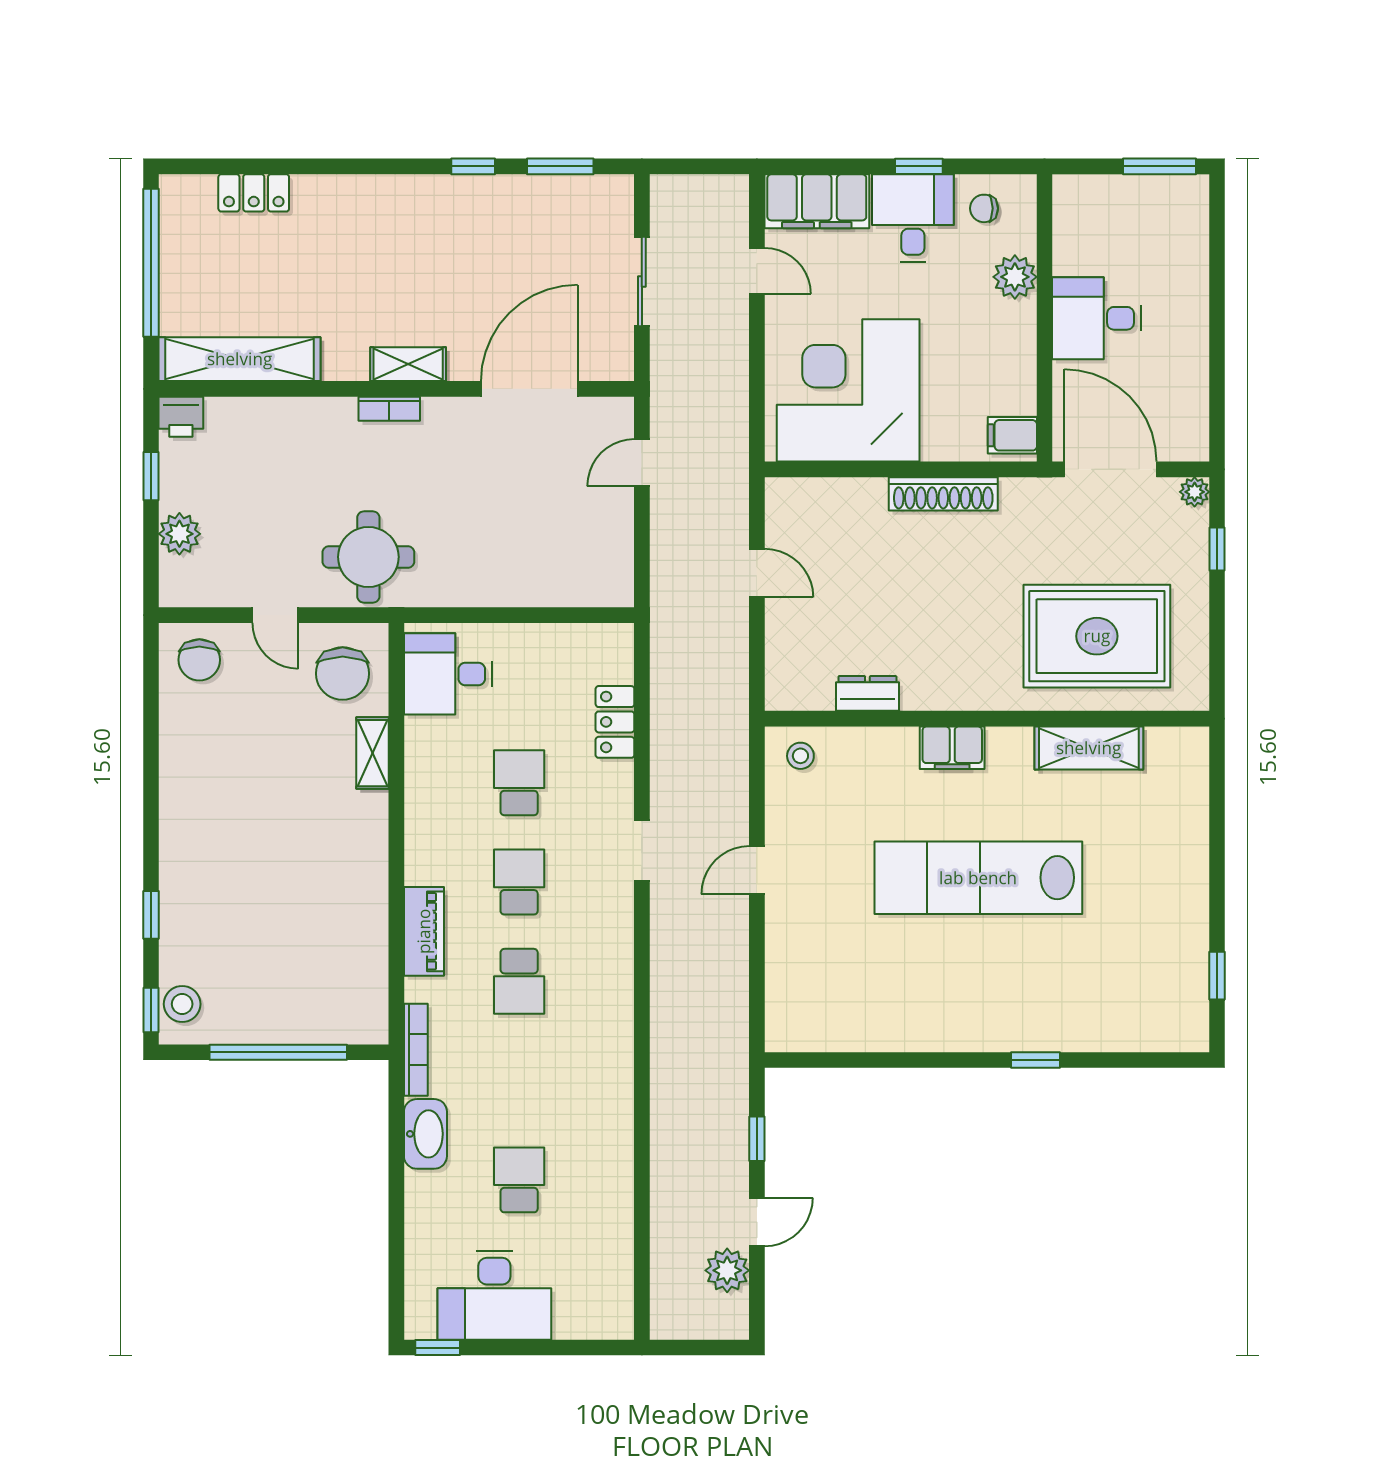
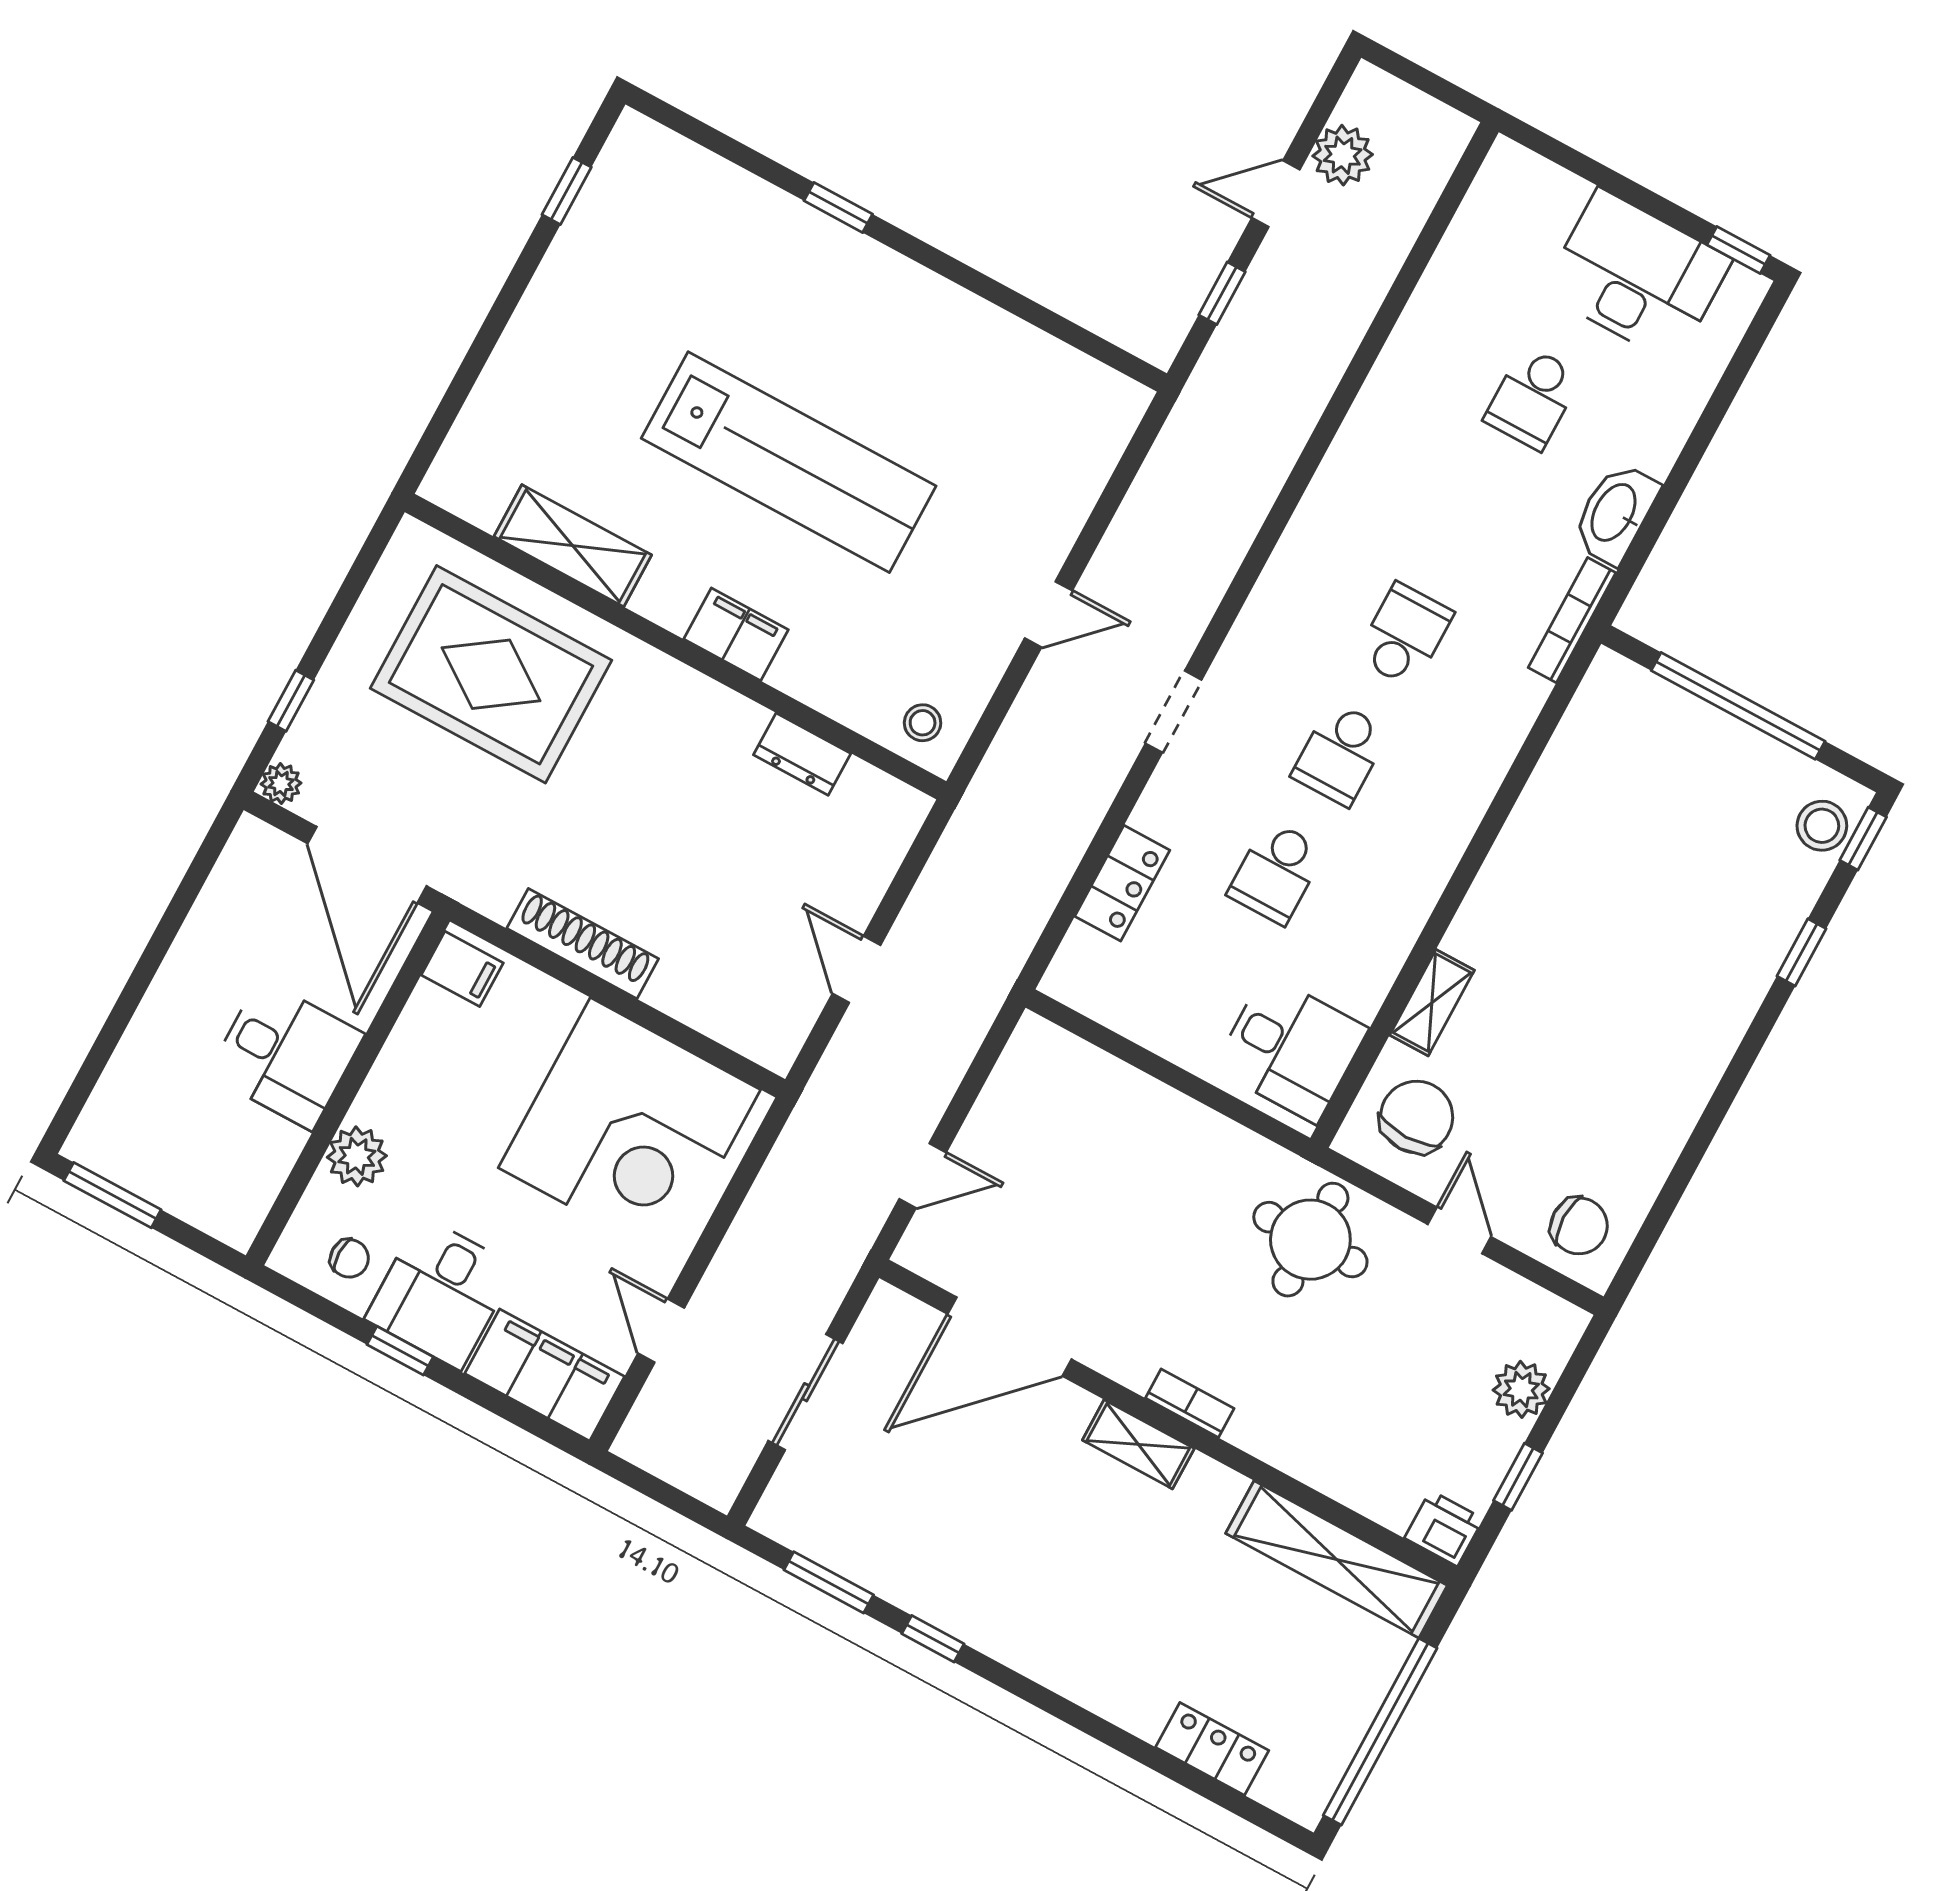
chair: (199, 660) -> (1579, 1226), turned 90
piano: (424, 931) -> (1486, 756), removed

